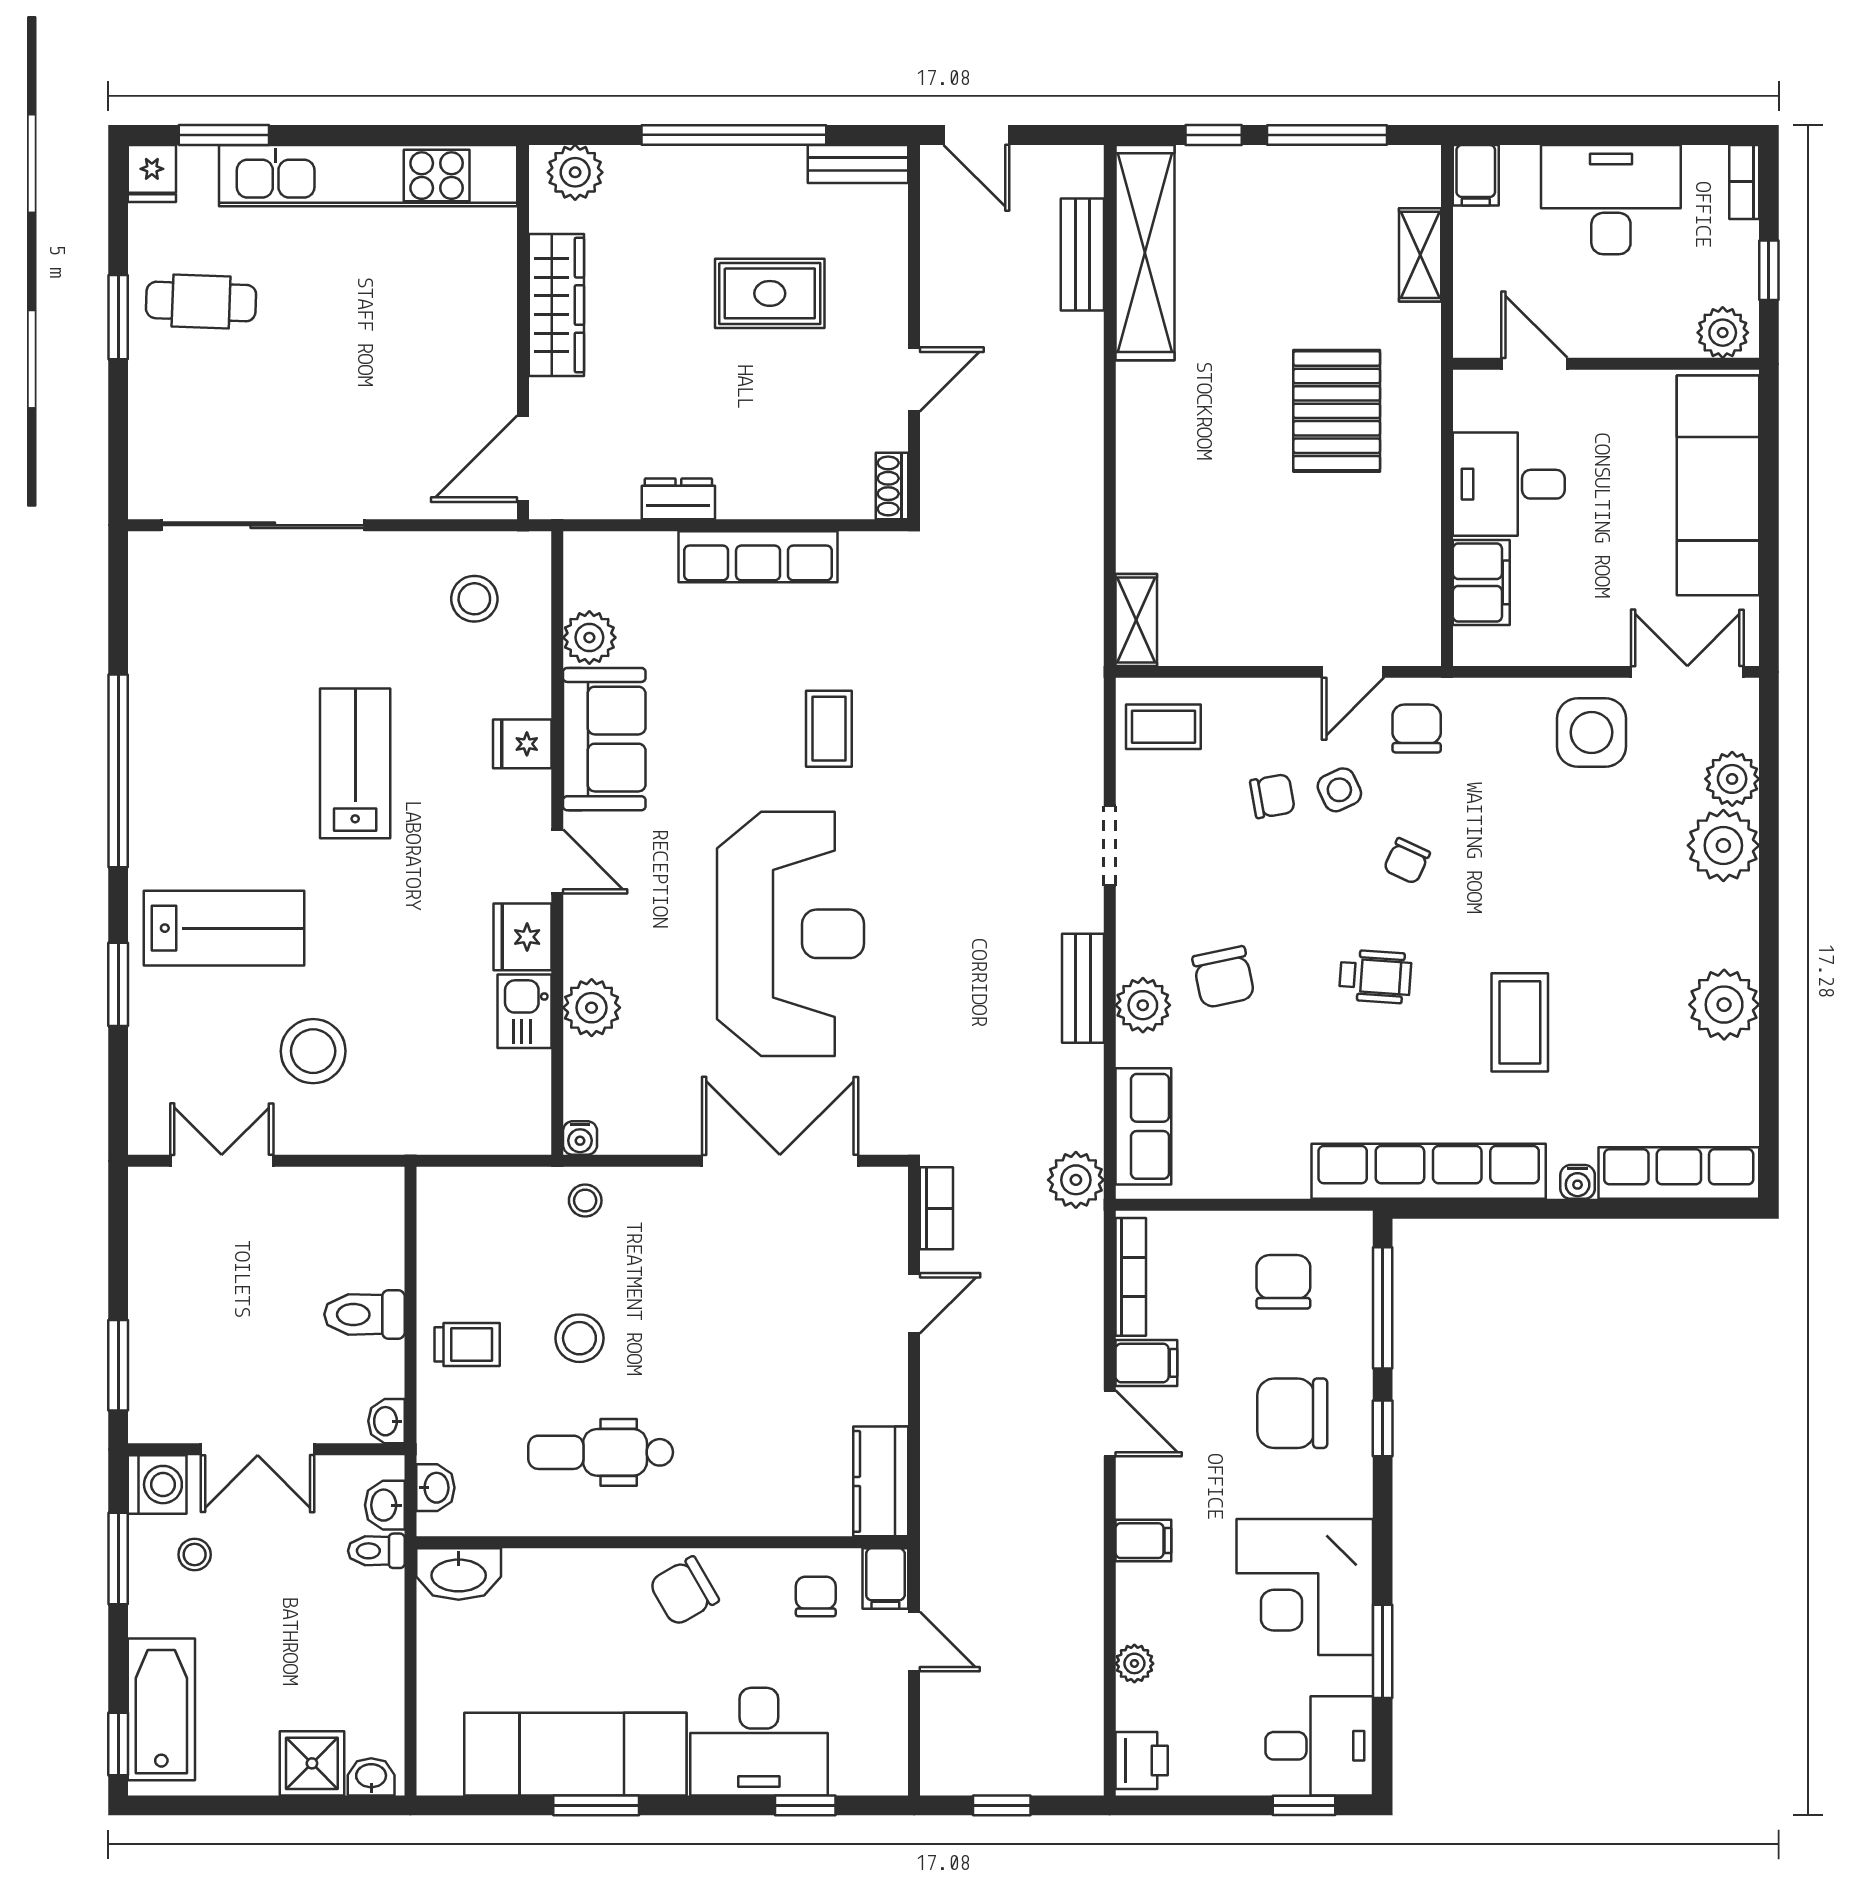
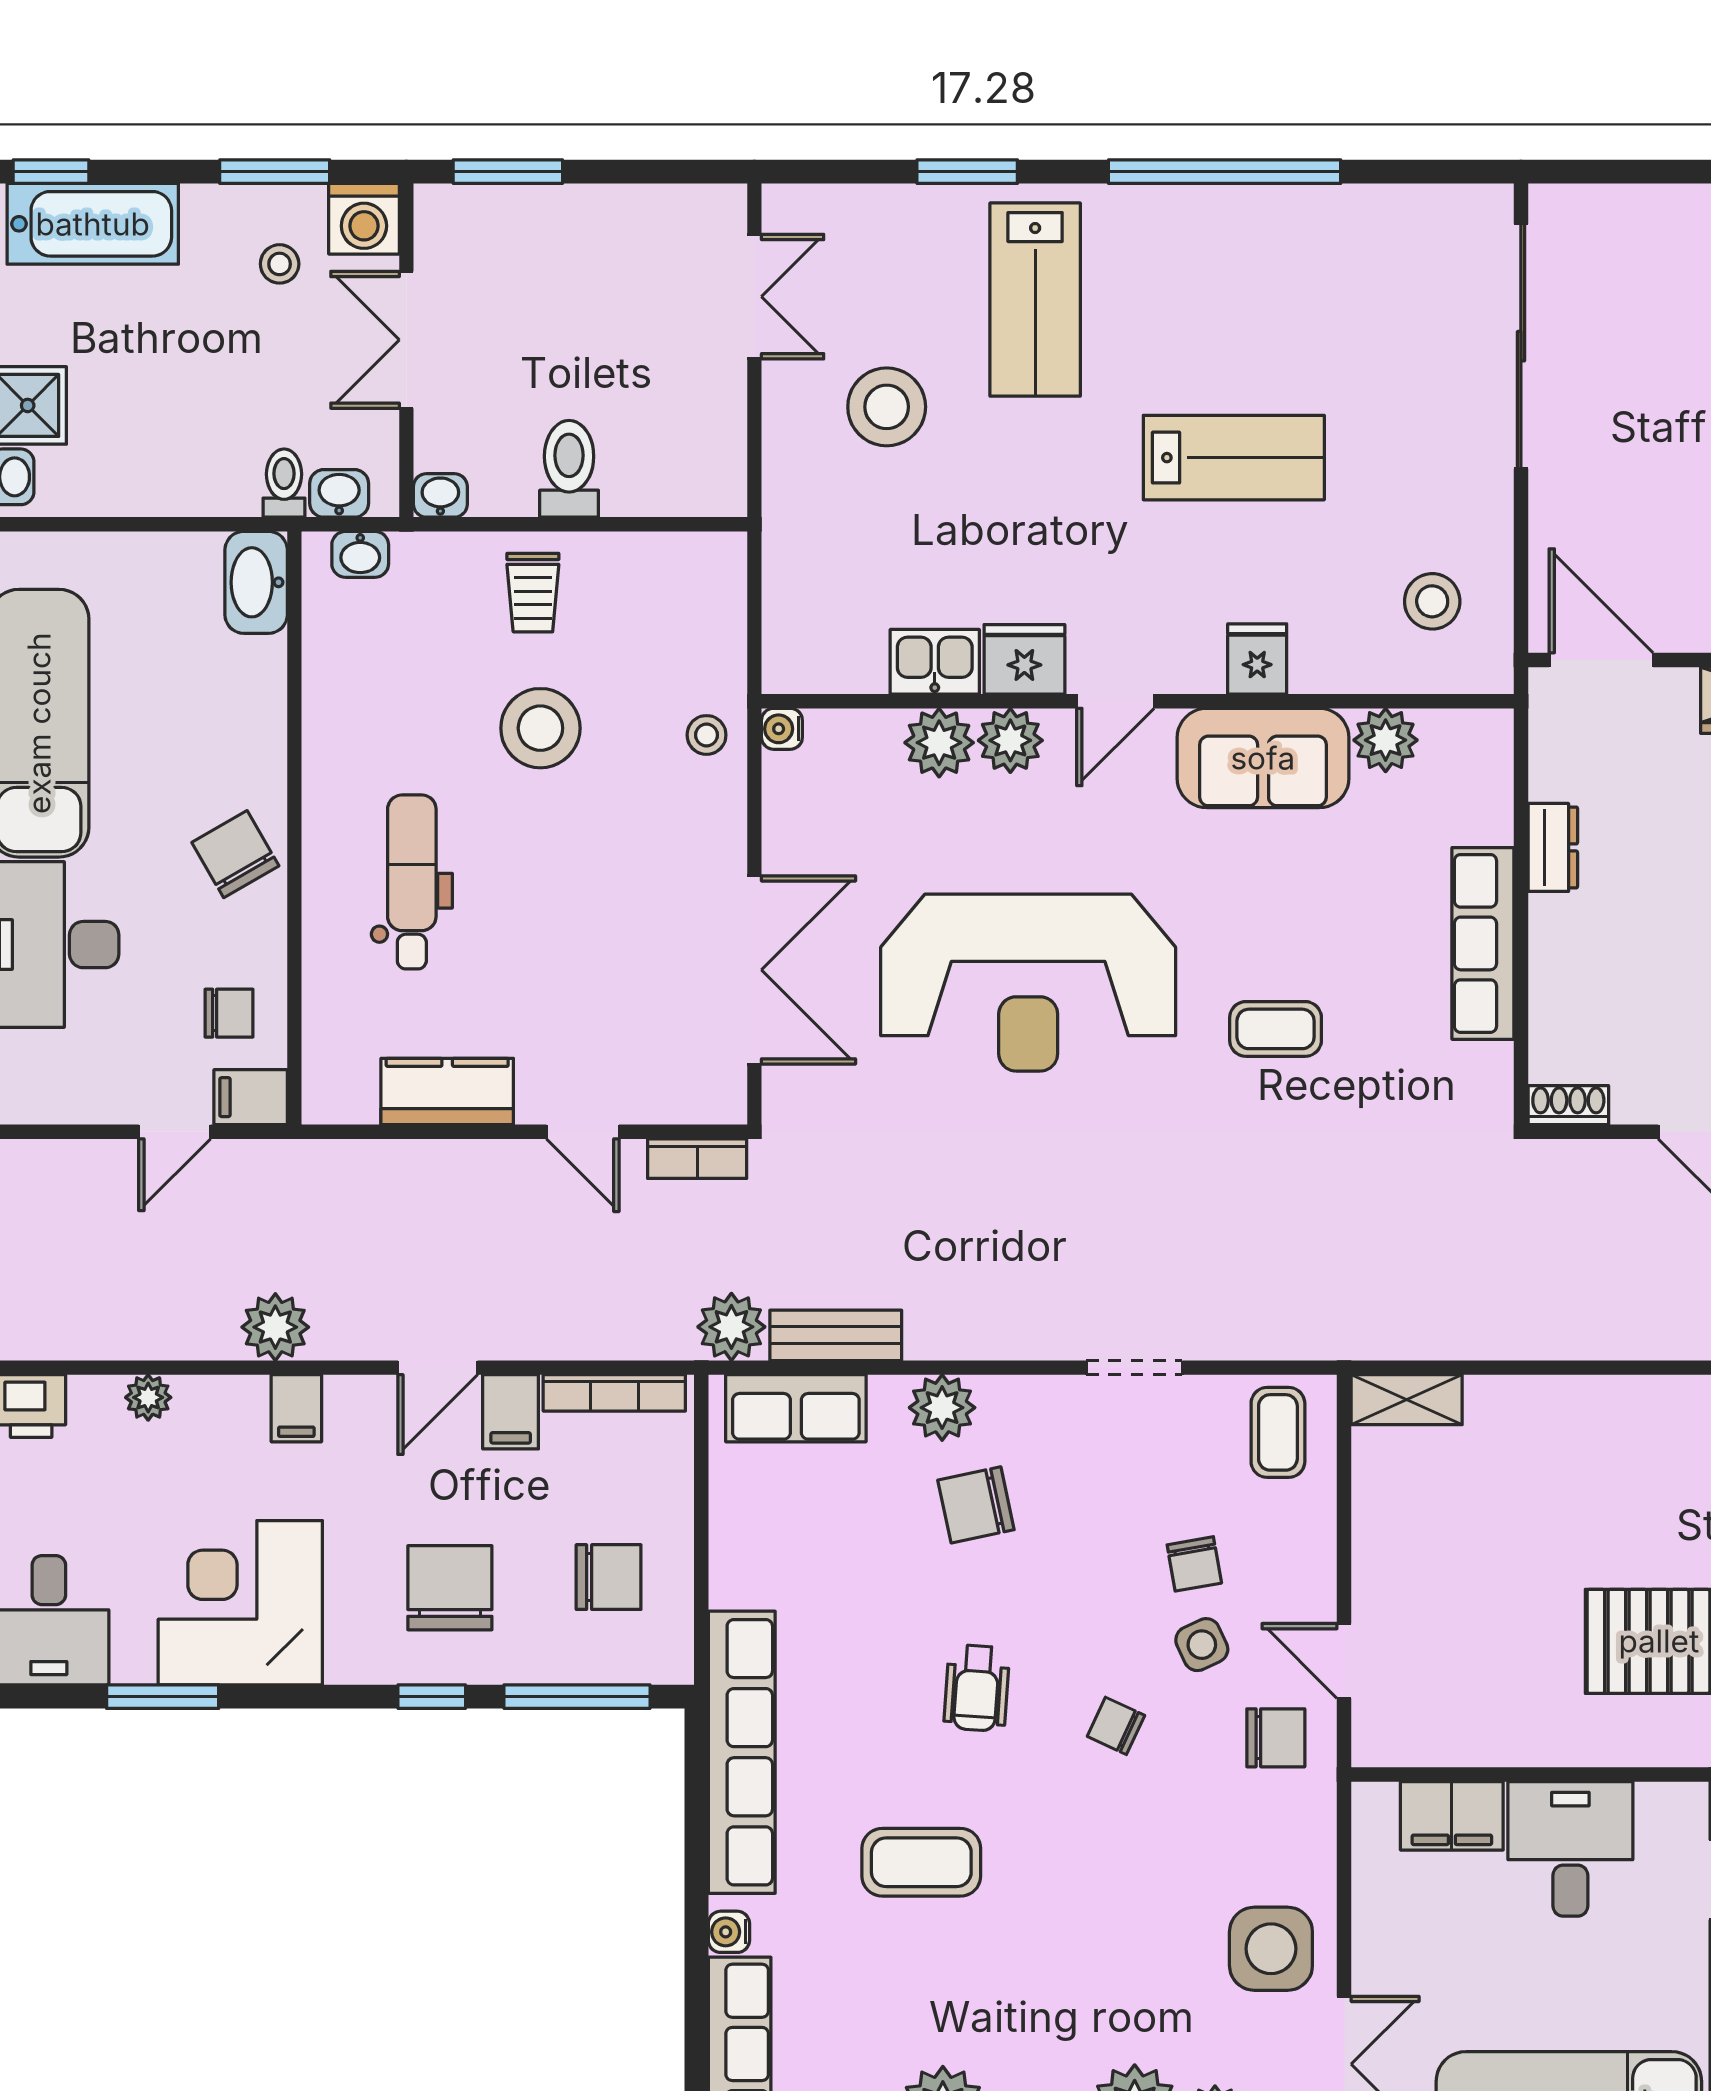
plant: (590, 949) -> (1010, 740), added
bench: (1083, 988) -> (836, 1335), moved
stool: (579, 1338) -> (540, 728), width x1.38, depth x1.38
dental chair: (601, 1452) -> (412, 882), moved
kitchen counter: (881, 1481) -> (447, 1091), moved
plant: (1076, 1558) -> (275, 1327), added

